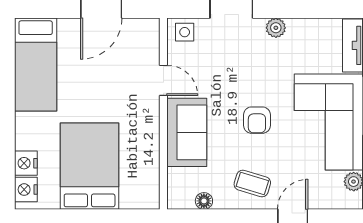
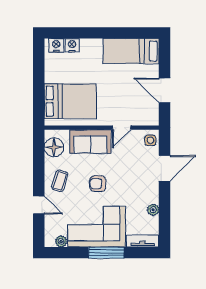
plant: (276, 28) -> (153, 210), moved
bed: (90, 166) -> (70, 101), moved
floor lamp: (204, 201) -> (54, 147), width x1.89, depth x1.89

